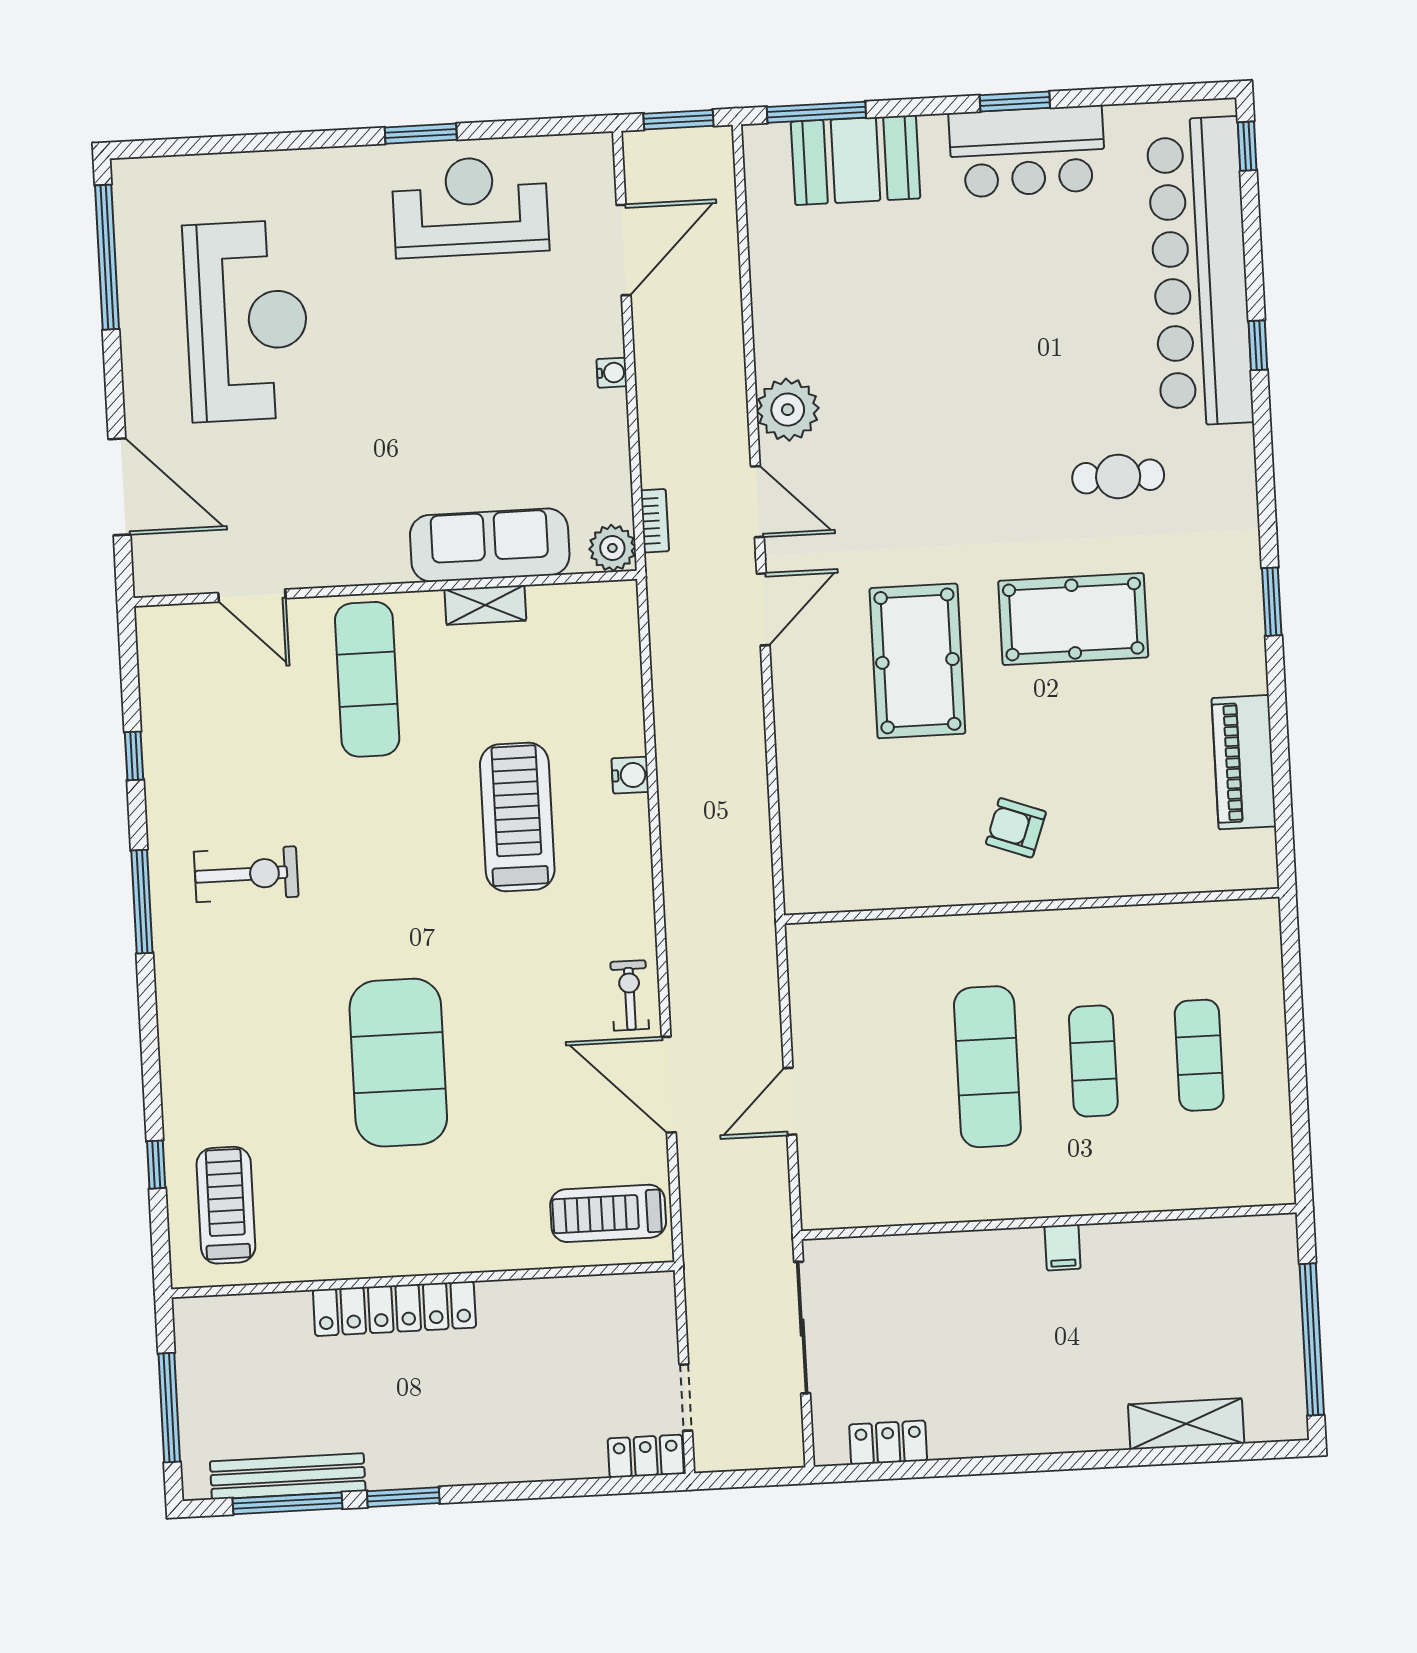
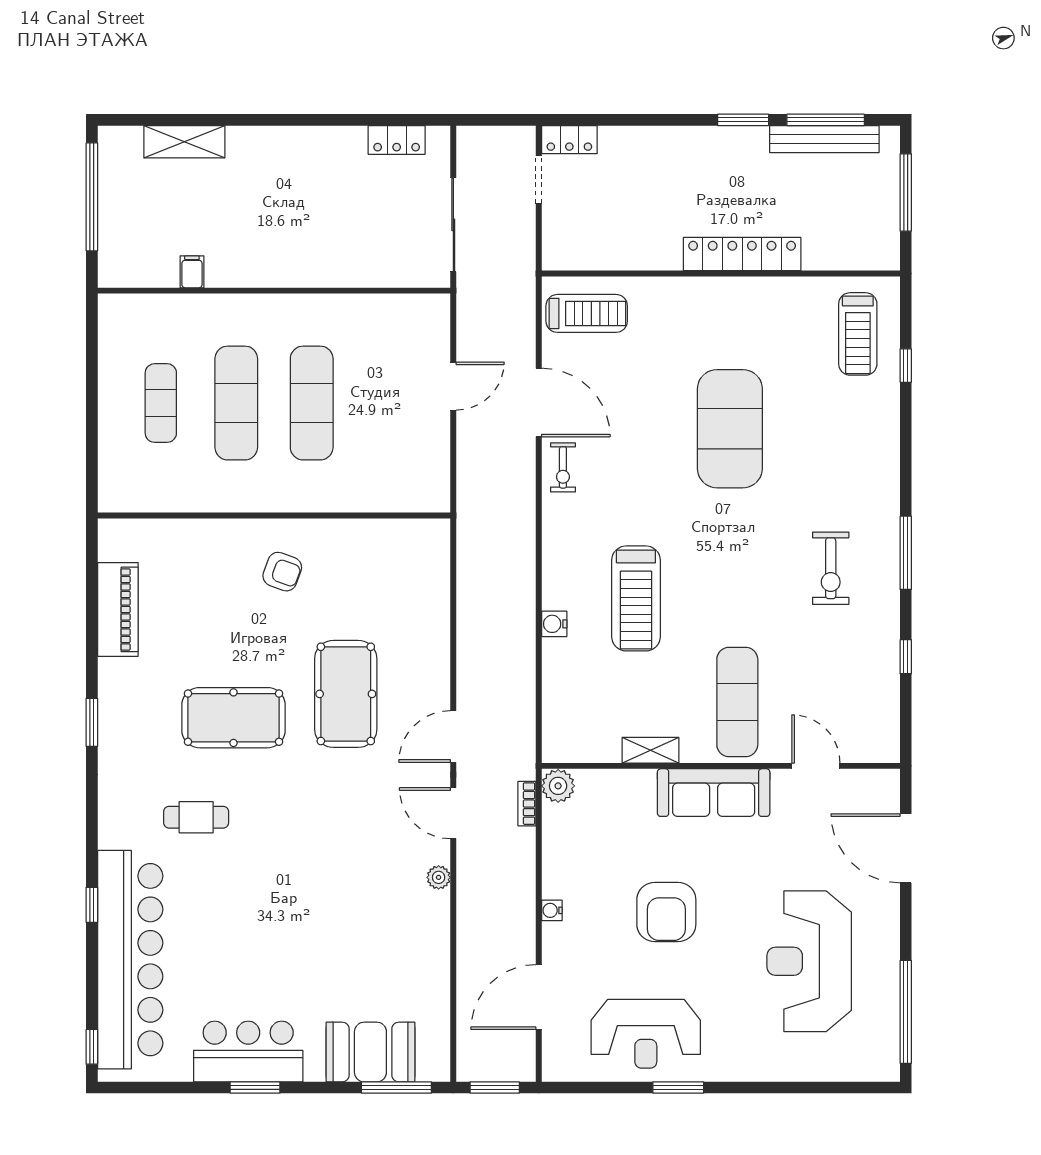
armchair: (451, 379) -> (666, 912), added
plant: (788, 410) -> (439, 877), width x0.53, depth x0.53
sofa: (490, 545) -> (714, 793), moved
exercise bike: (246, 874) -> (831, 568), turned -90
exercise mat: (1093, 1061) -> (236, 403), width x1.36, depth x1.45
filing cabinet: (1063, 1247) -> (192, 272), moved

